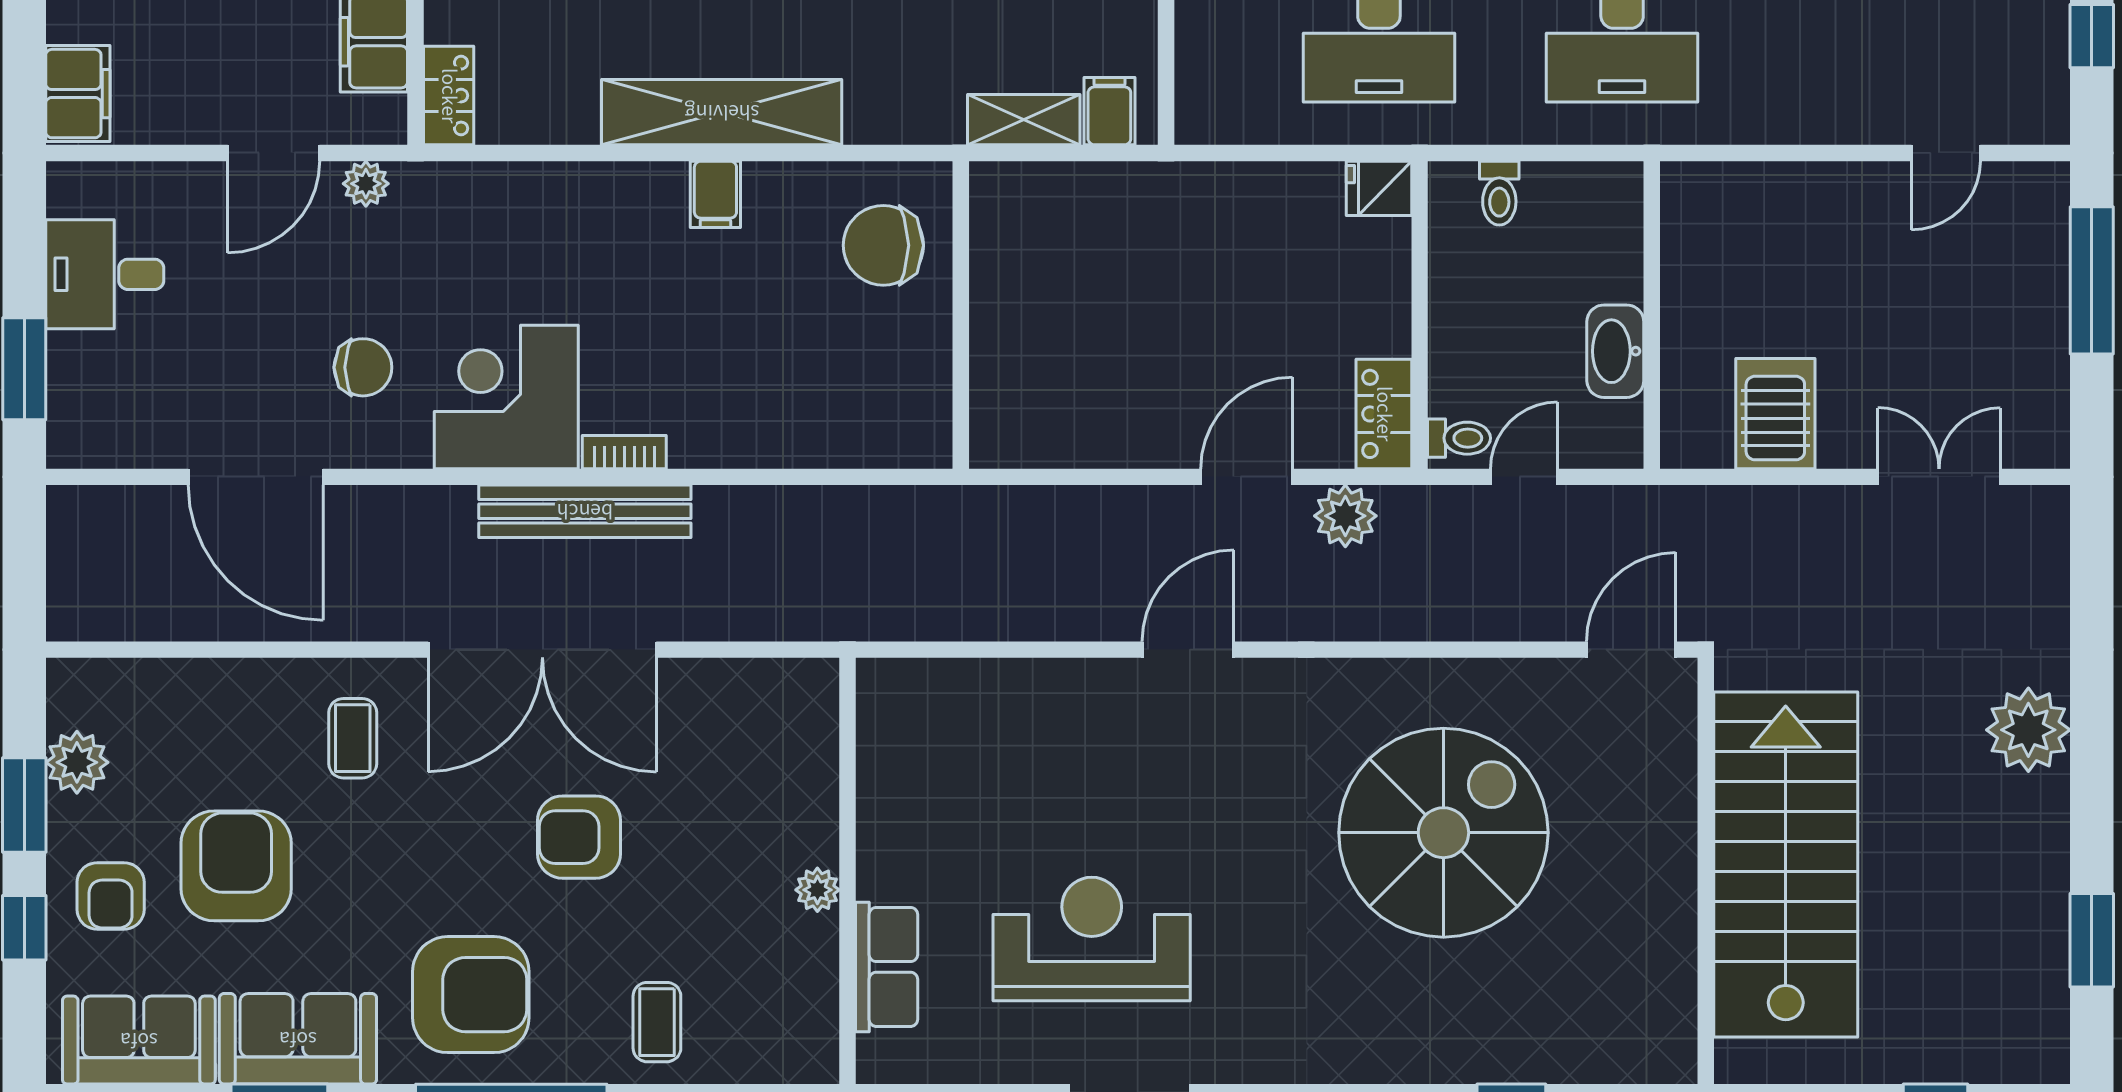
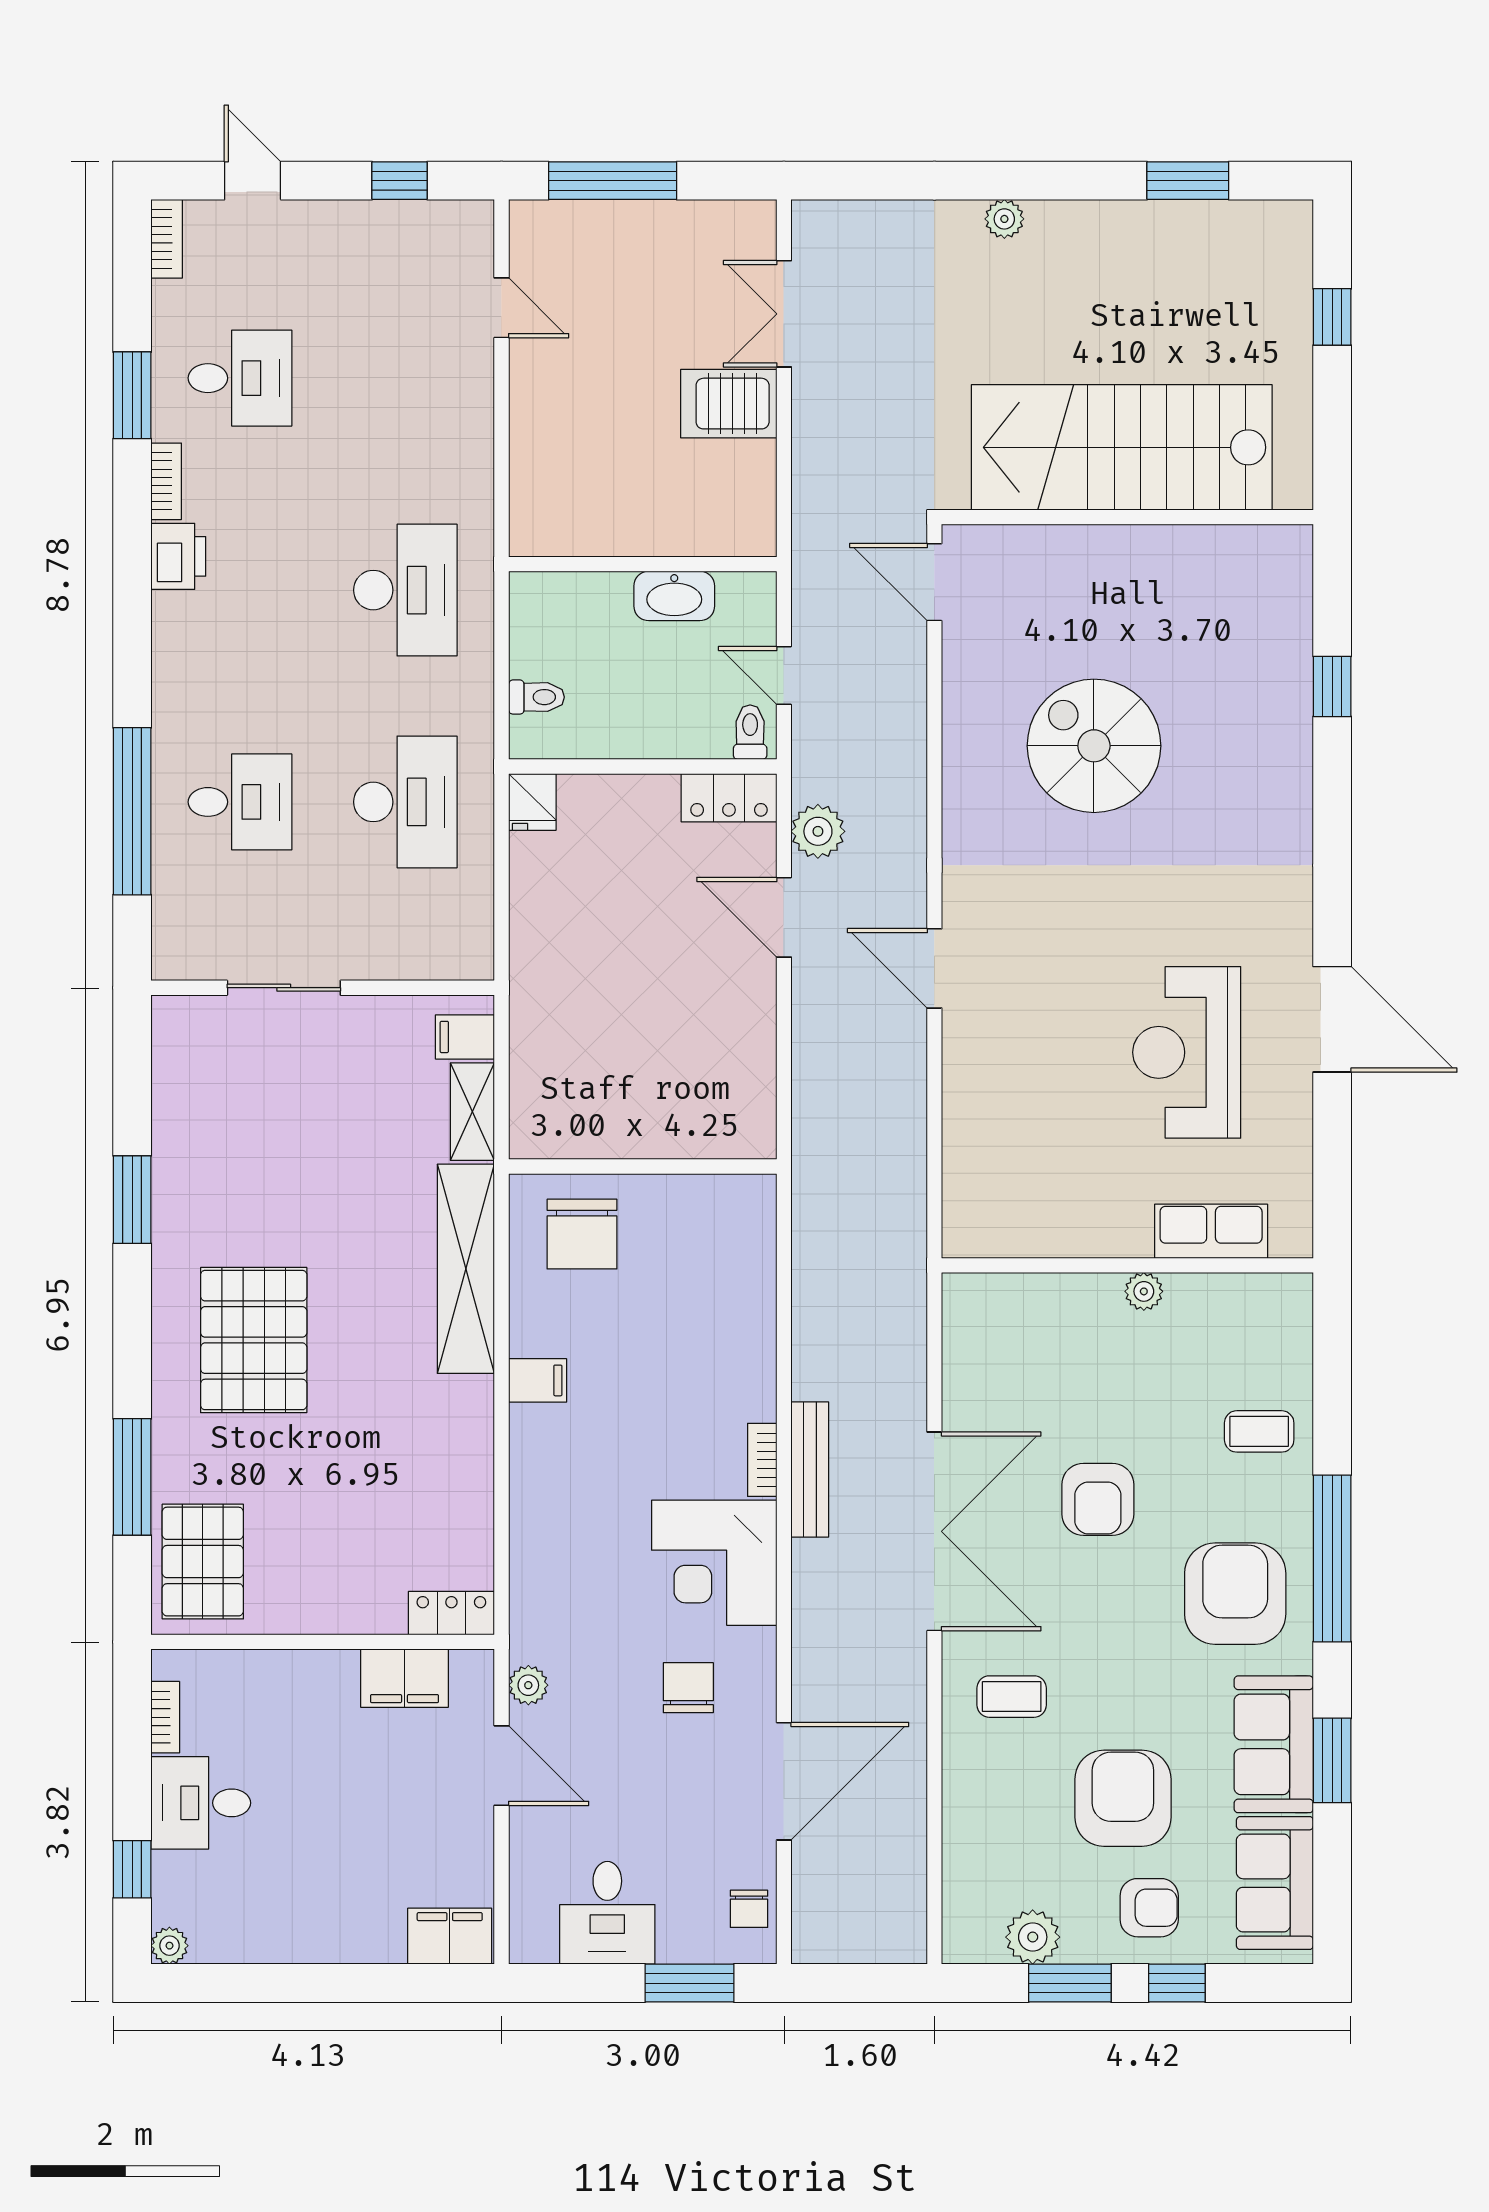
shelving: (722, 112) -> (466, 1269), moved
server rack: (1775, 414) -> (729, 404), moved
chair: (109, 437) -> (749, 1909), added
bench: (585, 511) -> (810, 1469), width x0.73, depth x0.82
plant: (2028, 730) -> (1004, 219), width x0.53, depth x0.53
spiral stairs: (1443, 833) -> (1094, 746), width x0.73, depth x0.73
armchair: (236, 866) -> (1123, 1798), turned 90

